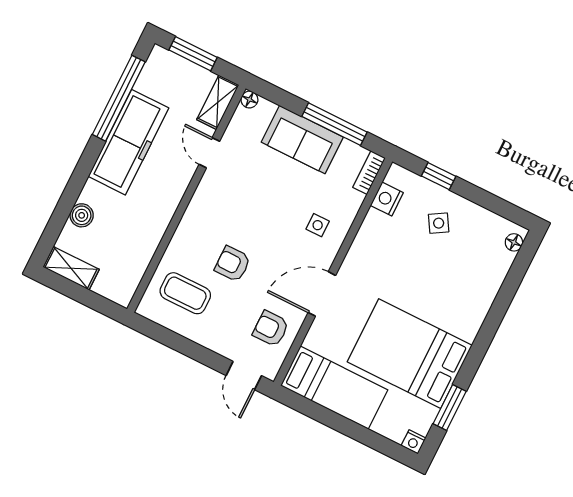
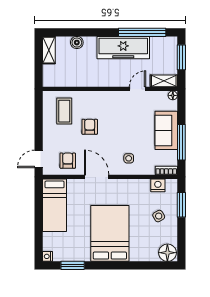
window: (439, 176) -> (181, 205), width x1.50
floor lamp: (514, 242) -> (167, 253), width x1.89, depth x1.89
bed: (410, 354) -> (110, 233), moved

